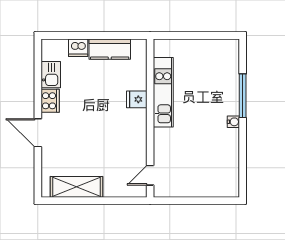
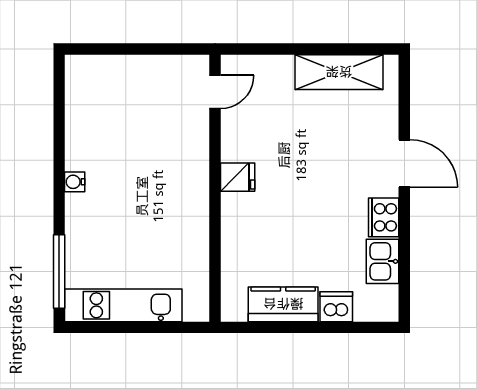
kitchen unit: (163, 92) -> (123, 305), moved, turned 90
window: (243, 96) -> (59, 272), moved
fridge: (137, 99) -> (238, 177), moved

